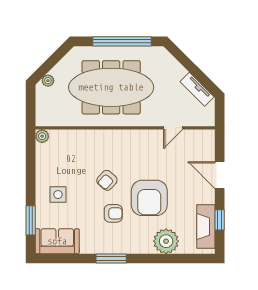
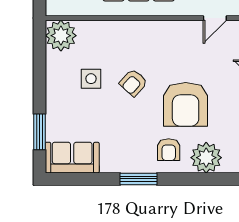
plant: (42, 136) -> (61, 36), width x1.88, depth x1.88
side table: (58, 195) -> (91, 79), moved
armchair: (113, 213) -> (169, 150), moved, turned 90

